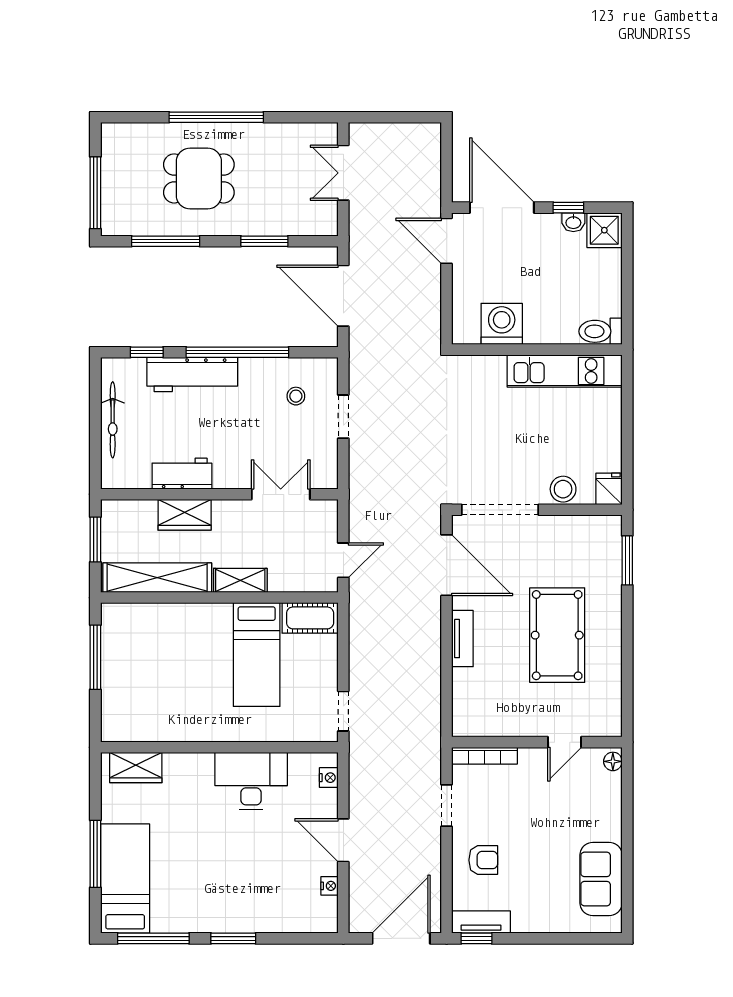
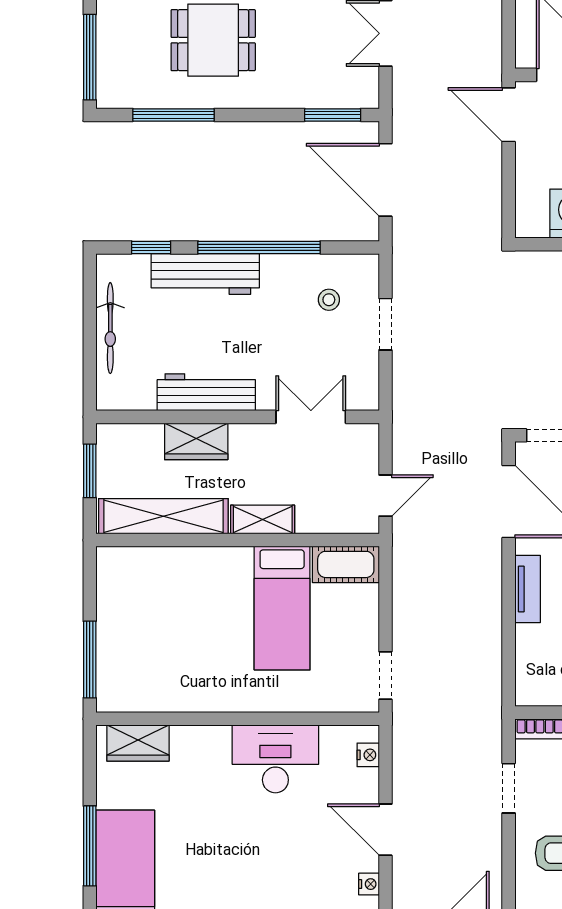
window: (264, 241) -> (333, 115), moved
workbench: (182, 474) -> (206, 392), width x1.38
window: (95, 657) -> (90, 659), moved

